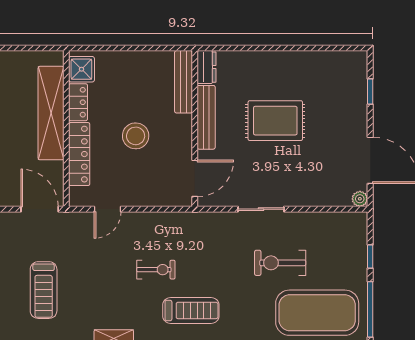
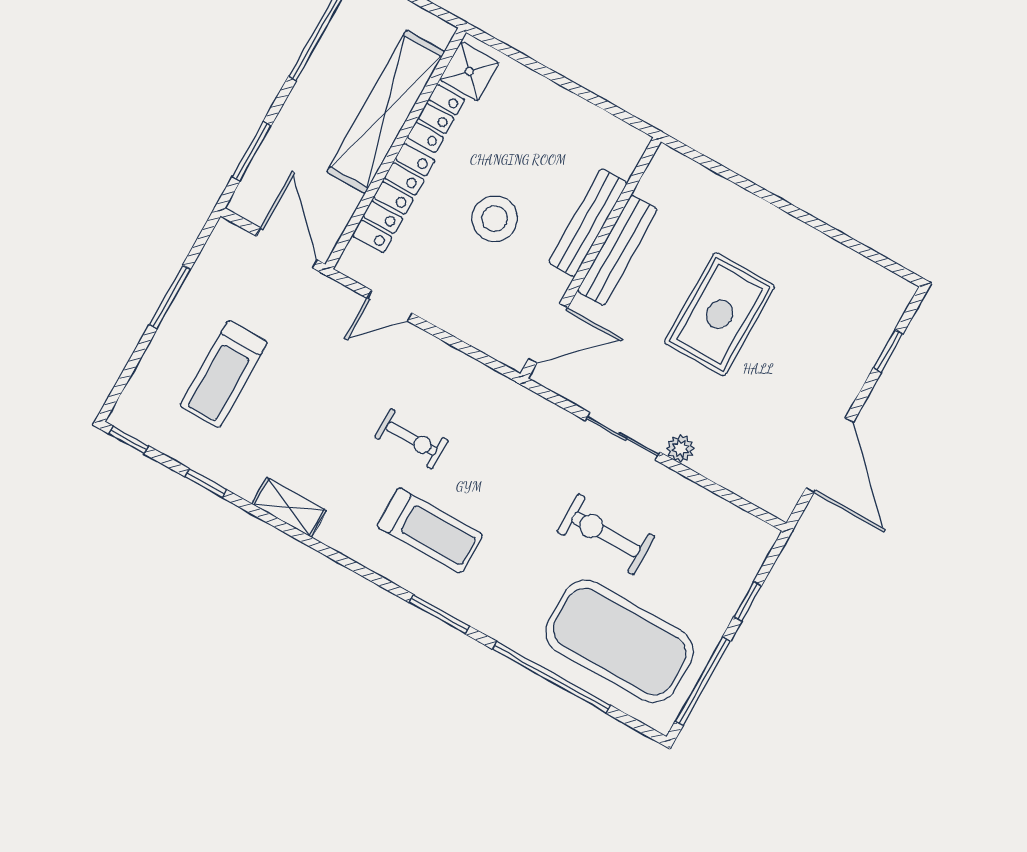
dresser: (206, 67) -> (661, 174), removed
bench: (183, 82) -> (588, 223), moved
rug: (275, 121) -> (720, 314), turned 90
plant: (360, 199) -> (681, 448), moved

